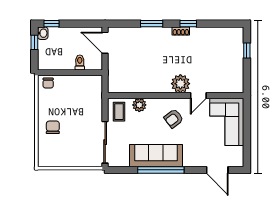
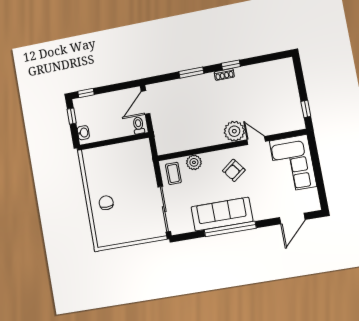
washbasin: (43, 33) -> (83, 133), moved
door: (105, 43) -> (145, 102), hinge flipped
window: (247, 51) -> (306, 109), moved
toilet: (80, 62) -> (138, 125), moved
chair: (48, 83) -> (93, 156), removed
door: (198, 96) -> (256, 141), swing flipped
door: (217, 170) -> (292, 218), hinge flipped

